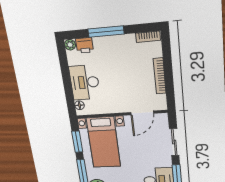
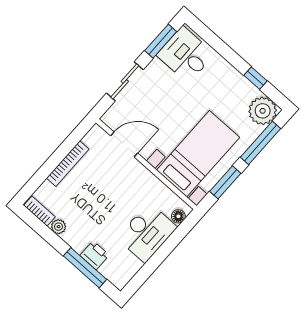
window: (106, 32) -> (85, 268), moved
plant: (70, 45) -> (58, 227), moved
printer: (85, 45) -> (95, 255), moved

